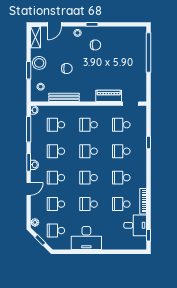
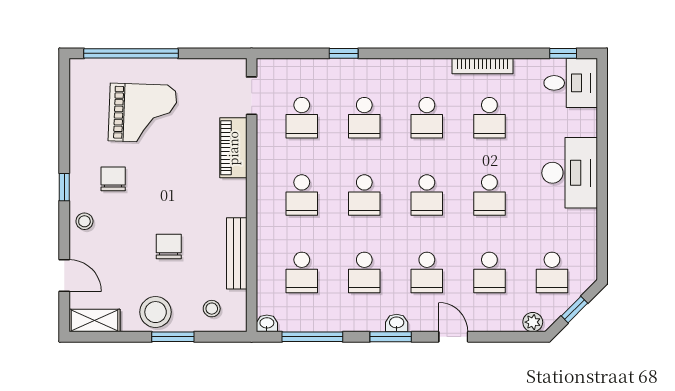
grand piano: (123, 57) -> (143, 113), added
desk: (135, 225) -> (571, 83), moved, turned 90
desk: (86, 238) -> (570, 173), moved

